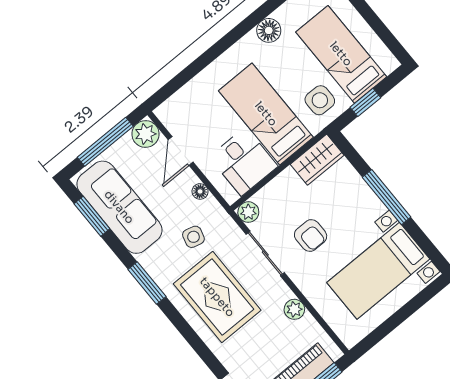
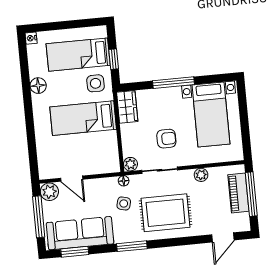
desk: (243, 162) -> (101, 148), removed
floor lamp: (200, 191) -> (124, 181), moved

